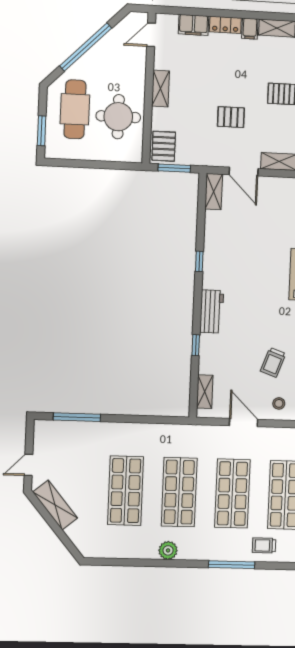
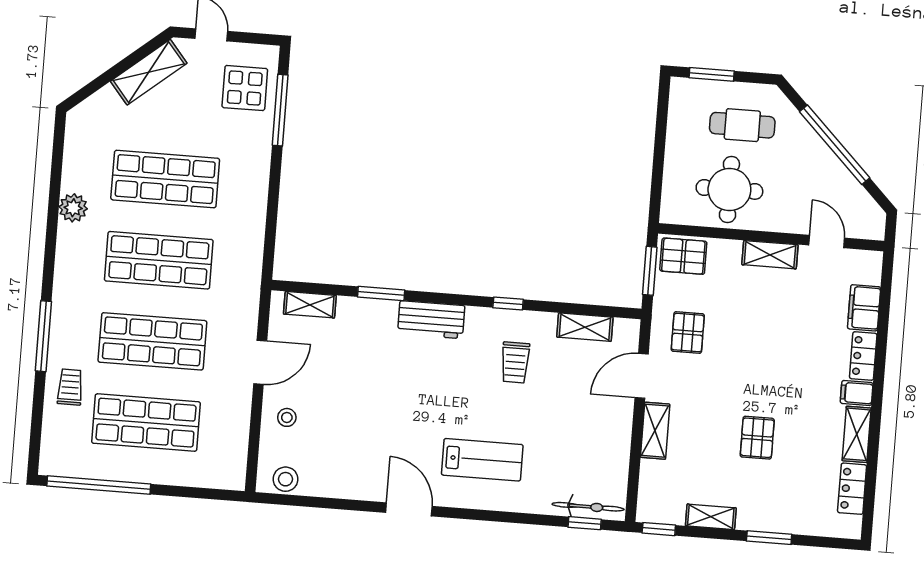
door: (151, 35) -> (827, 242), moved
cafe table: (75, 109) -> (742, 125), width x0.73, depth x0.74
pallet: (231, 117) -> (688, 333), moved
shelving: (214, 192) -> (585, 327), moved
window: (196, 345) -> (381, 294), width x1.50
trolley: (273, 362) -> (515, 362), moved, turned -110
display table: (63, 441) -> (245, 88), added
plant: (168, 550) -> (73, 208), moved

